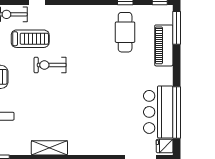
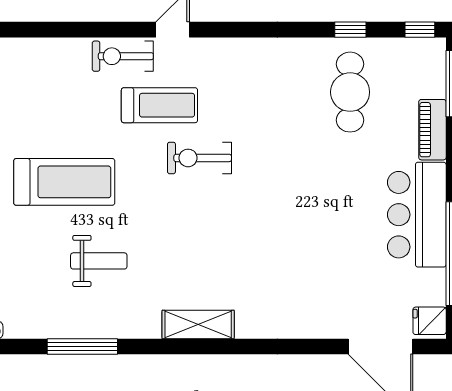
piano: (164, 45) -> (432, 130), width x0.73, depth x0.75
bar counter: (158, 112) -> (417, 215), moved

